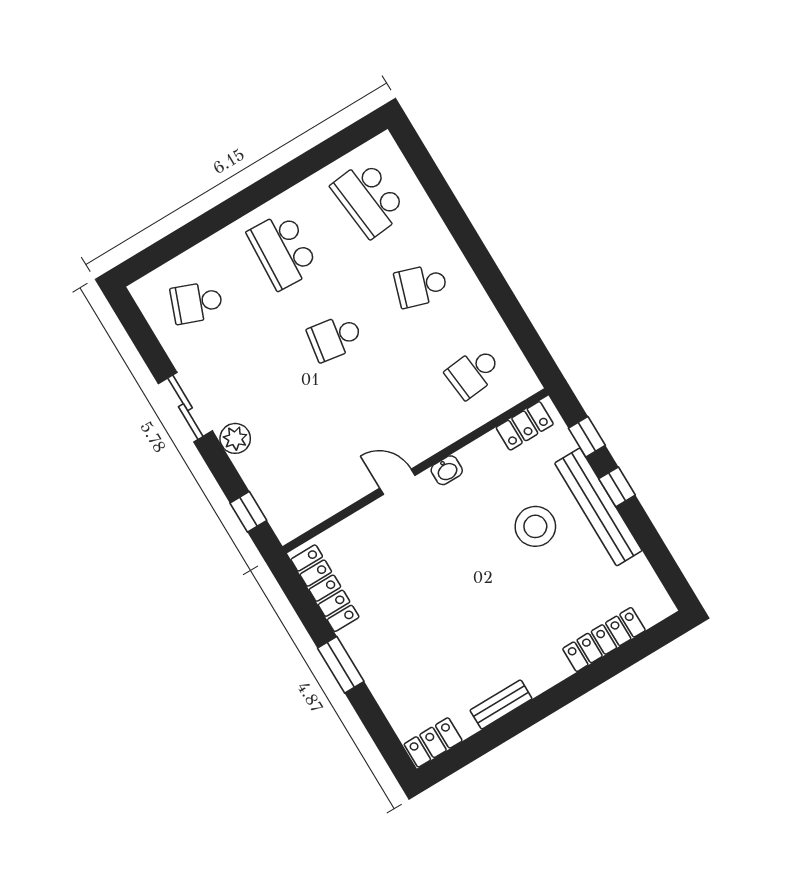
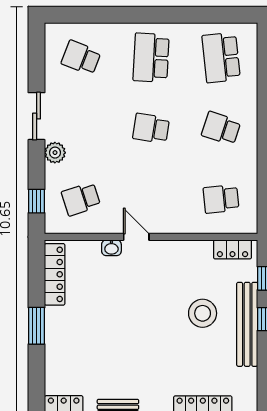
washbasin: (447, 470) -> (111, 248), moved
school desk: (301, 476) -> (81, 199), added

